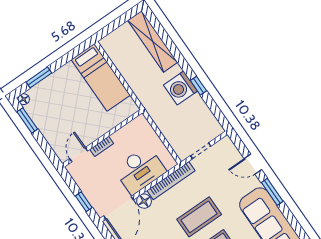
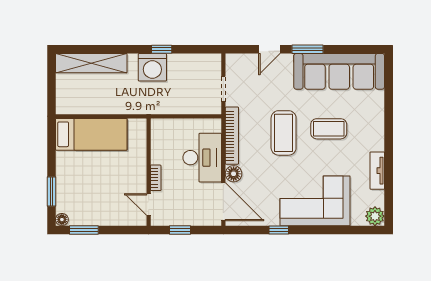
window: (84, 202) -> (180, 230), moved

